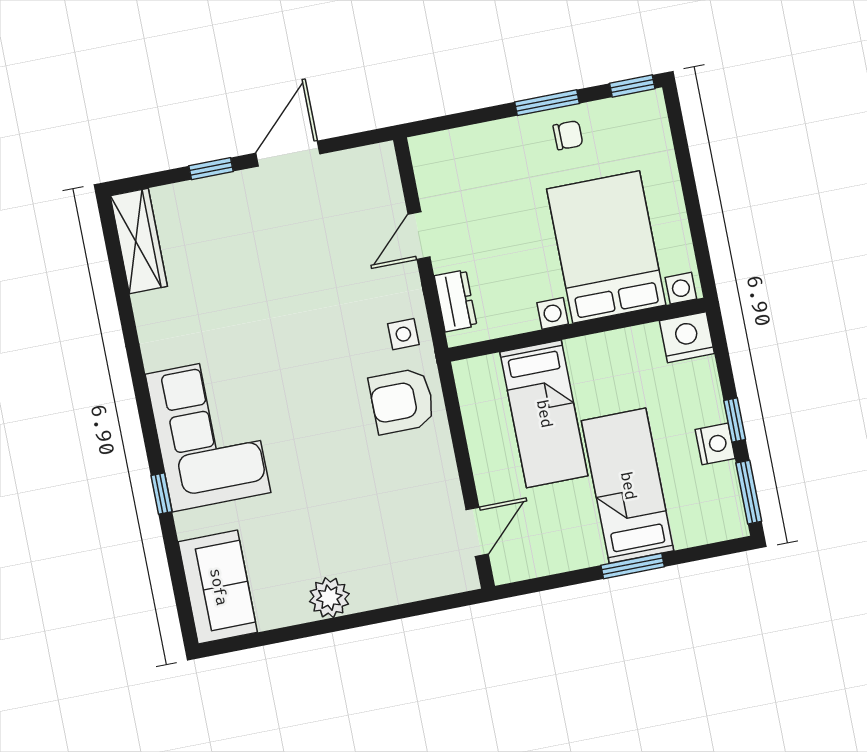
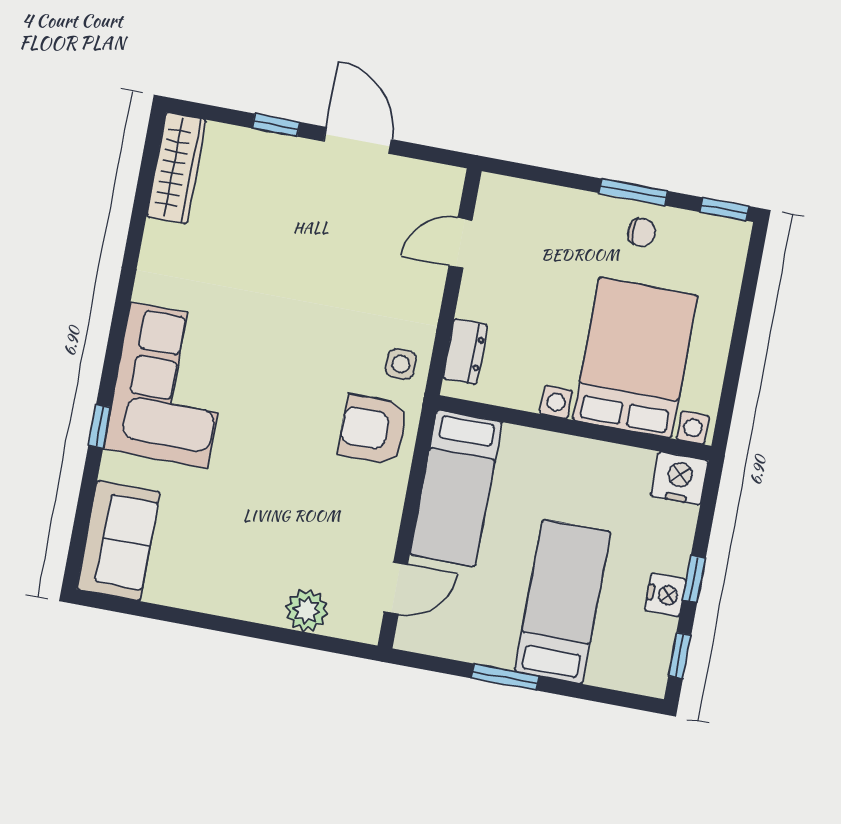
door: (288, 154) -> (358, 140), hinge flipped
door: (419, 236) -> (461, 243), moved
bed: (544, 414) -> (456, 488), moved
window: (749, 492) -> (680, 656), width x0.67
window: (633, 566) -> (505, 677), moved
plant: (329, 598) -> (307, 610), moved

